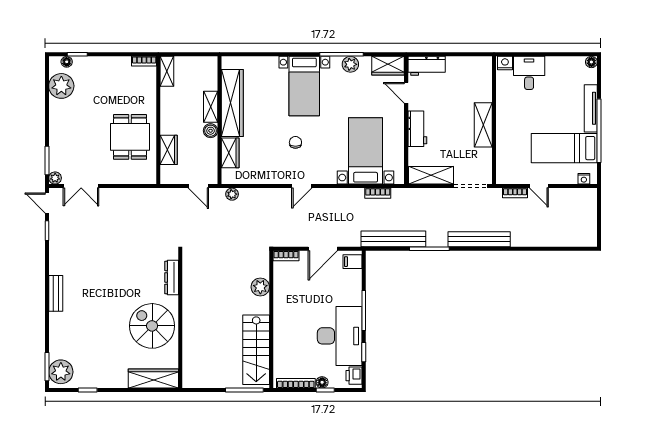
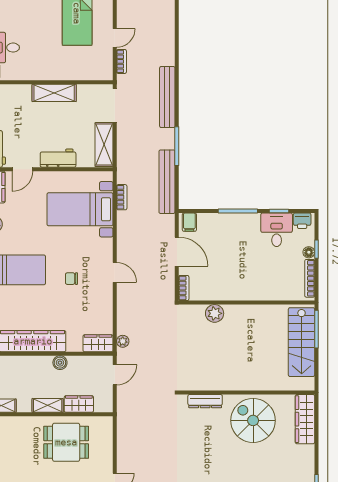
shelving: (211, 107) -> (48, 405), moved
wardrobe: (230, 153) -> (98, 343), moved
spiral stairs: (152, 326) -> (253, 420), turned 90
desk: (340, 336) -> (277, 230), width x0.53, depth x0.77
stairs: (256, 350) -> (302, 342), moved, turned 90

